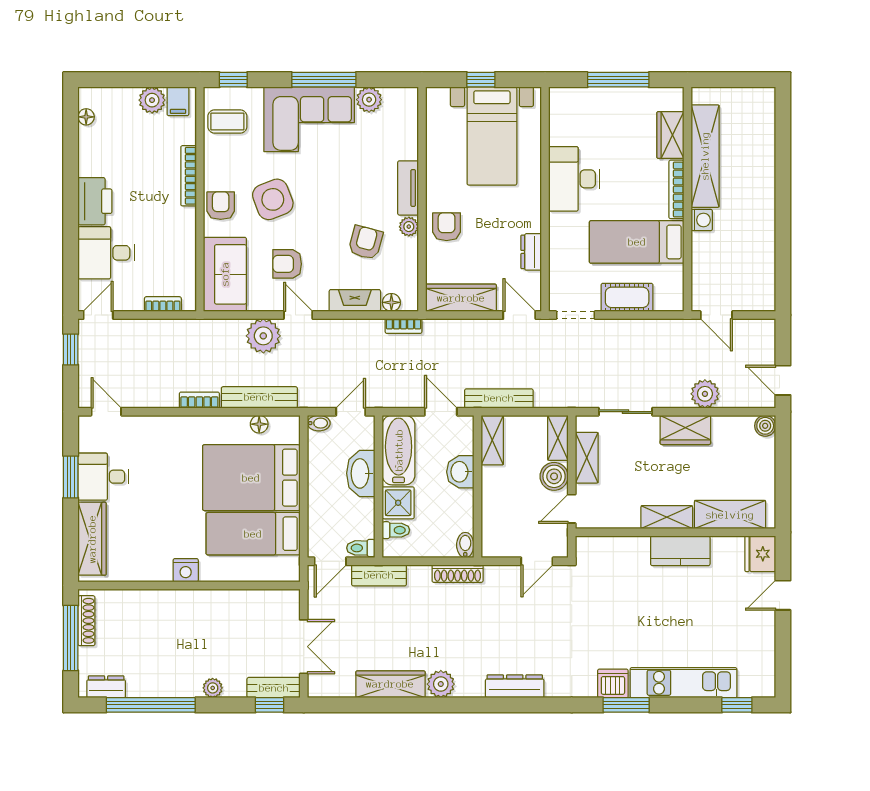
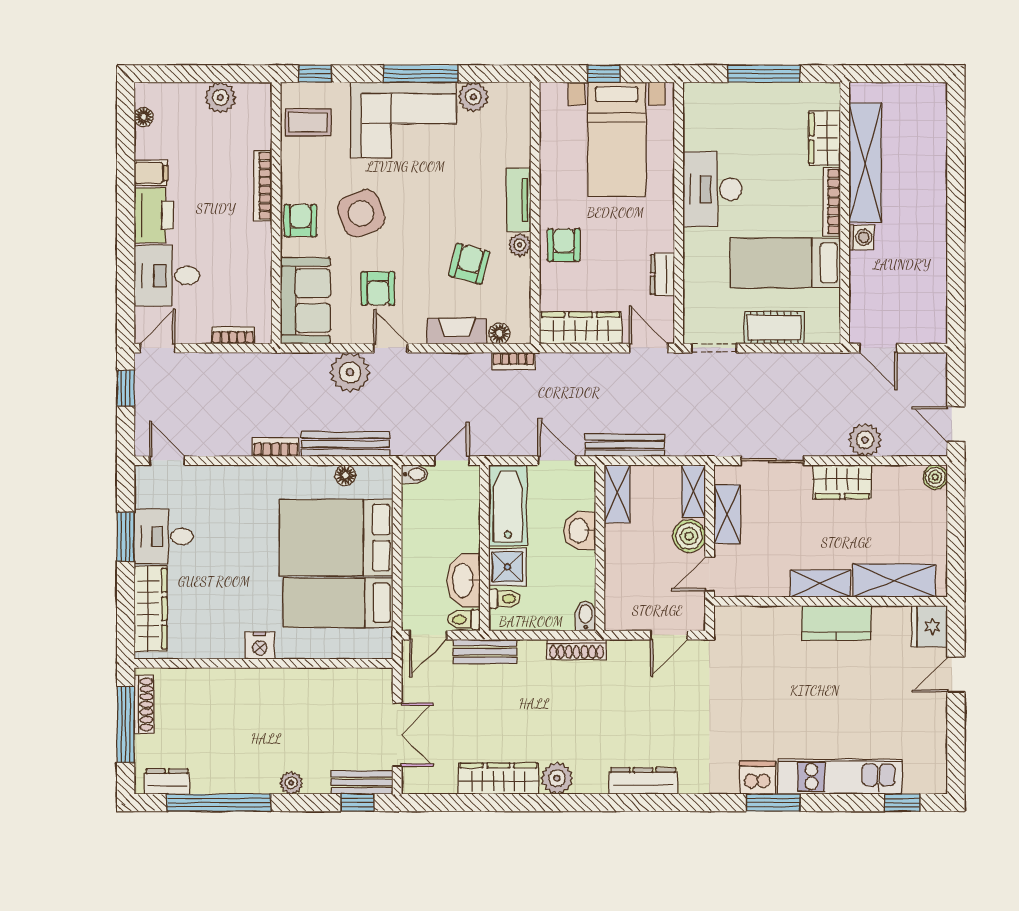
filing cabinet: (178, 101) -> (151, 173), moved, turned -90
armchair: (287, 264) -> (378, 288), turned -90
washbasin: (361, 473) -> (464, 580), moved

